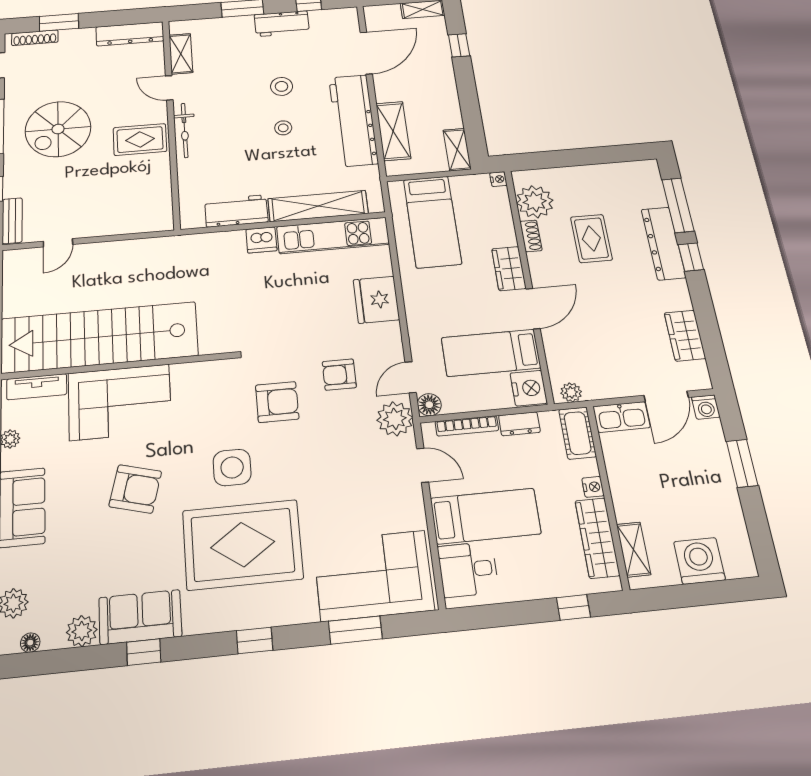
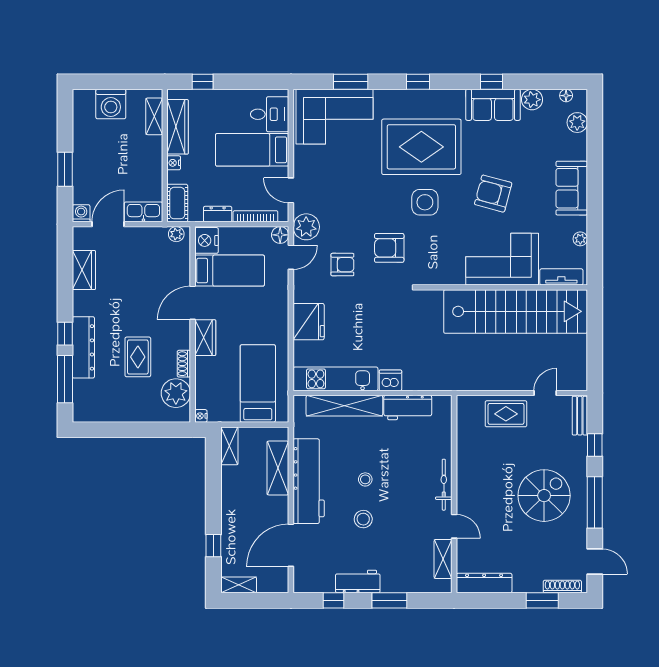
rug: (140, 140) -> (506, 414), moved

